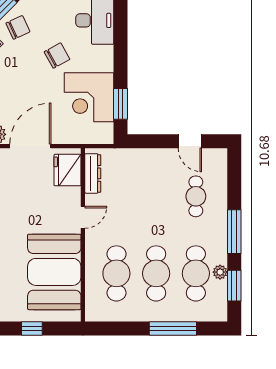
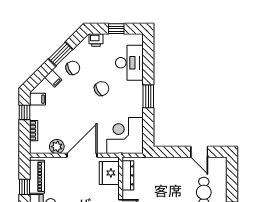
corner desk: (89, 97) -> (125, 136), moved, turned 90
window: (120, 104) -> (148, 96), moved

